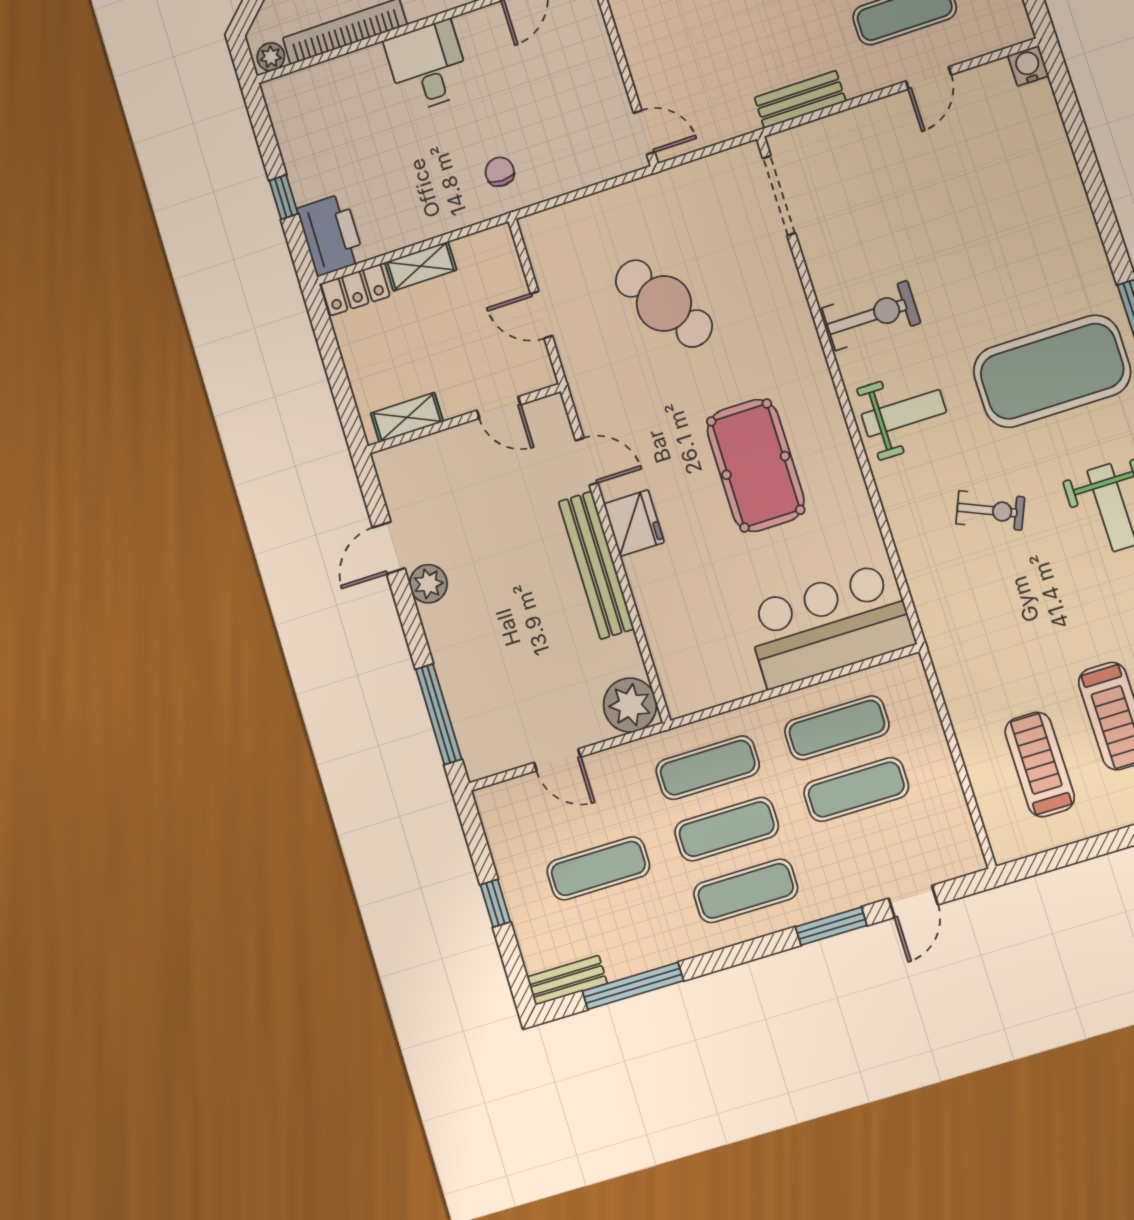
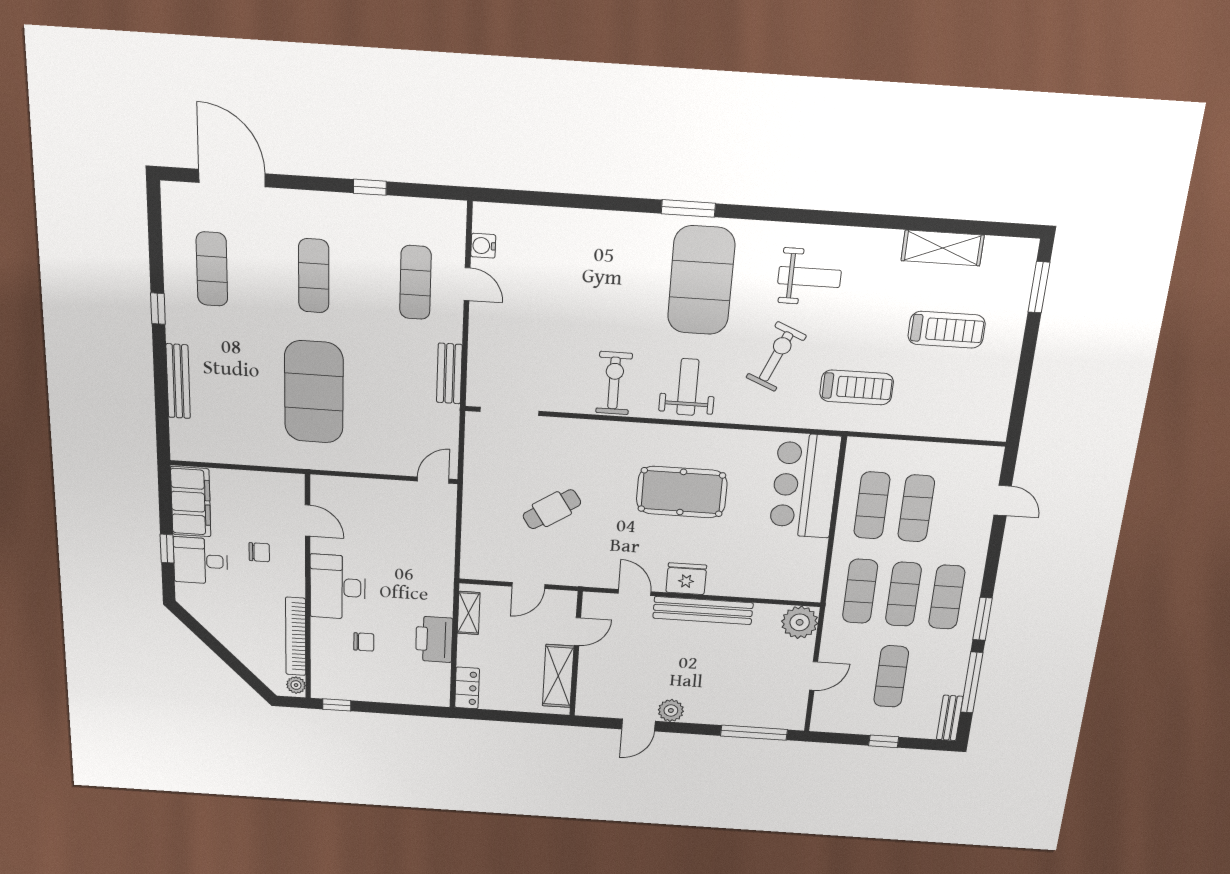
desk: (428, 66) -> (338, 587), width x1.37
water cooler: (1028, 66) -> (483, 246), moved
chair: (500, 172) -> (364, 642), moved, turned 180
window: (284, 197) -> (337, 705), moved
printer: (331, 235) -> (434, 639), moved, turned -90
shelving: (421, 266) -> (469, 613), moved
cafe table: (664, 303) -> (552, 509), width x0.73, depth x0.74
shelving: (407, 417) -> (558, 676), width x1.50, depth x1.33
door: (587, 462) -> (635, 592), hinge flipped
exercise bike: (990, 510) -> (776, 357), width x1.38, depth x1.39
door: (389, 548) -> (638, 725), hinge flipped
treadmill: (1040, 764) -> (857, 387), moved, turned 180
window: (831, 926) -> (983, 619), moved

